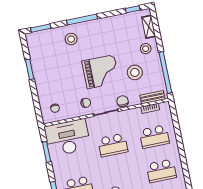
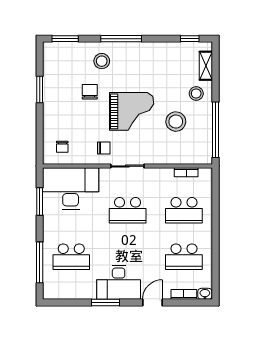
bench: (152, 97) -> (192, 158), removed
chair: (123, 101) -> (90, 92), moved

